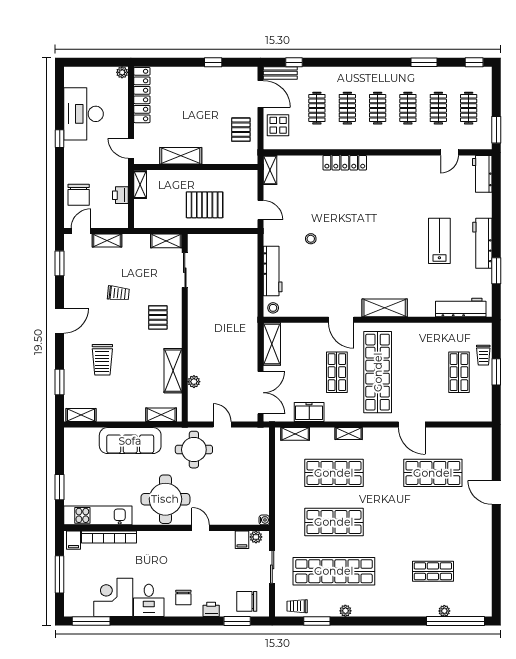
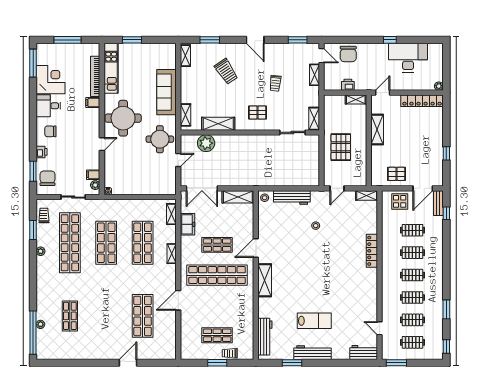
chair: (79, 195) -> (348, 54), turned -90
trolley: (102, 360) -> (226, 71), turned -124
plant: (194, 382) -> (206, 143), width x1.88, depth x1.88
filing cabinet: (74, 540) -> (93, 103), moved

